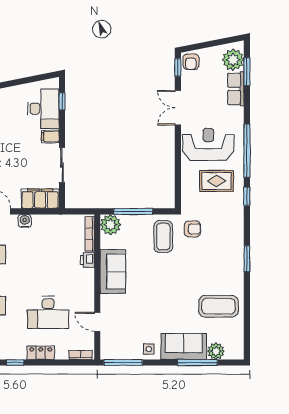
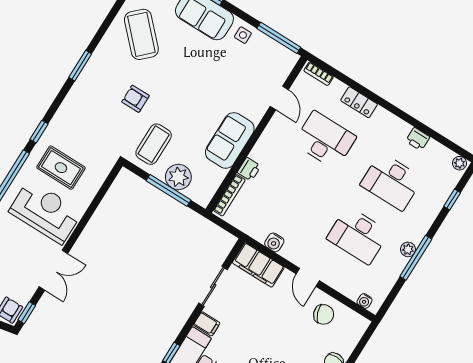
reception desk: (208, 144) -> (46, 212), turned 180
water cooler: (25, 221) -> (274, 242), moved
plant: (110, 225) -> (178, 177), moved
armchair: (192, 229) -> (136, 99), moved
coffee table: (218, 306) -> (141, 34), turned 46
window: (15, 363) -> (392, 109), removed

